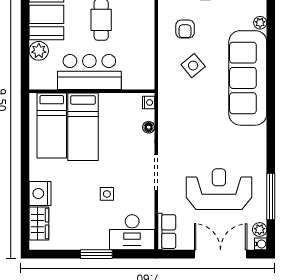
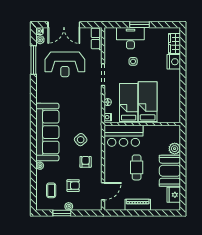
bar counter: (89, 72) -> (124, 136), moved
bed: (52, 125) -> (129, 103), moved
desk: (132, 232) -> (130, 38), moved

